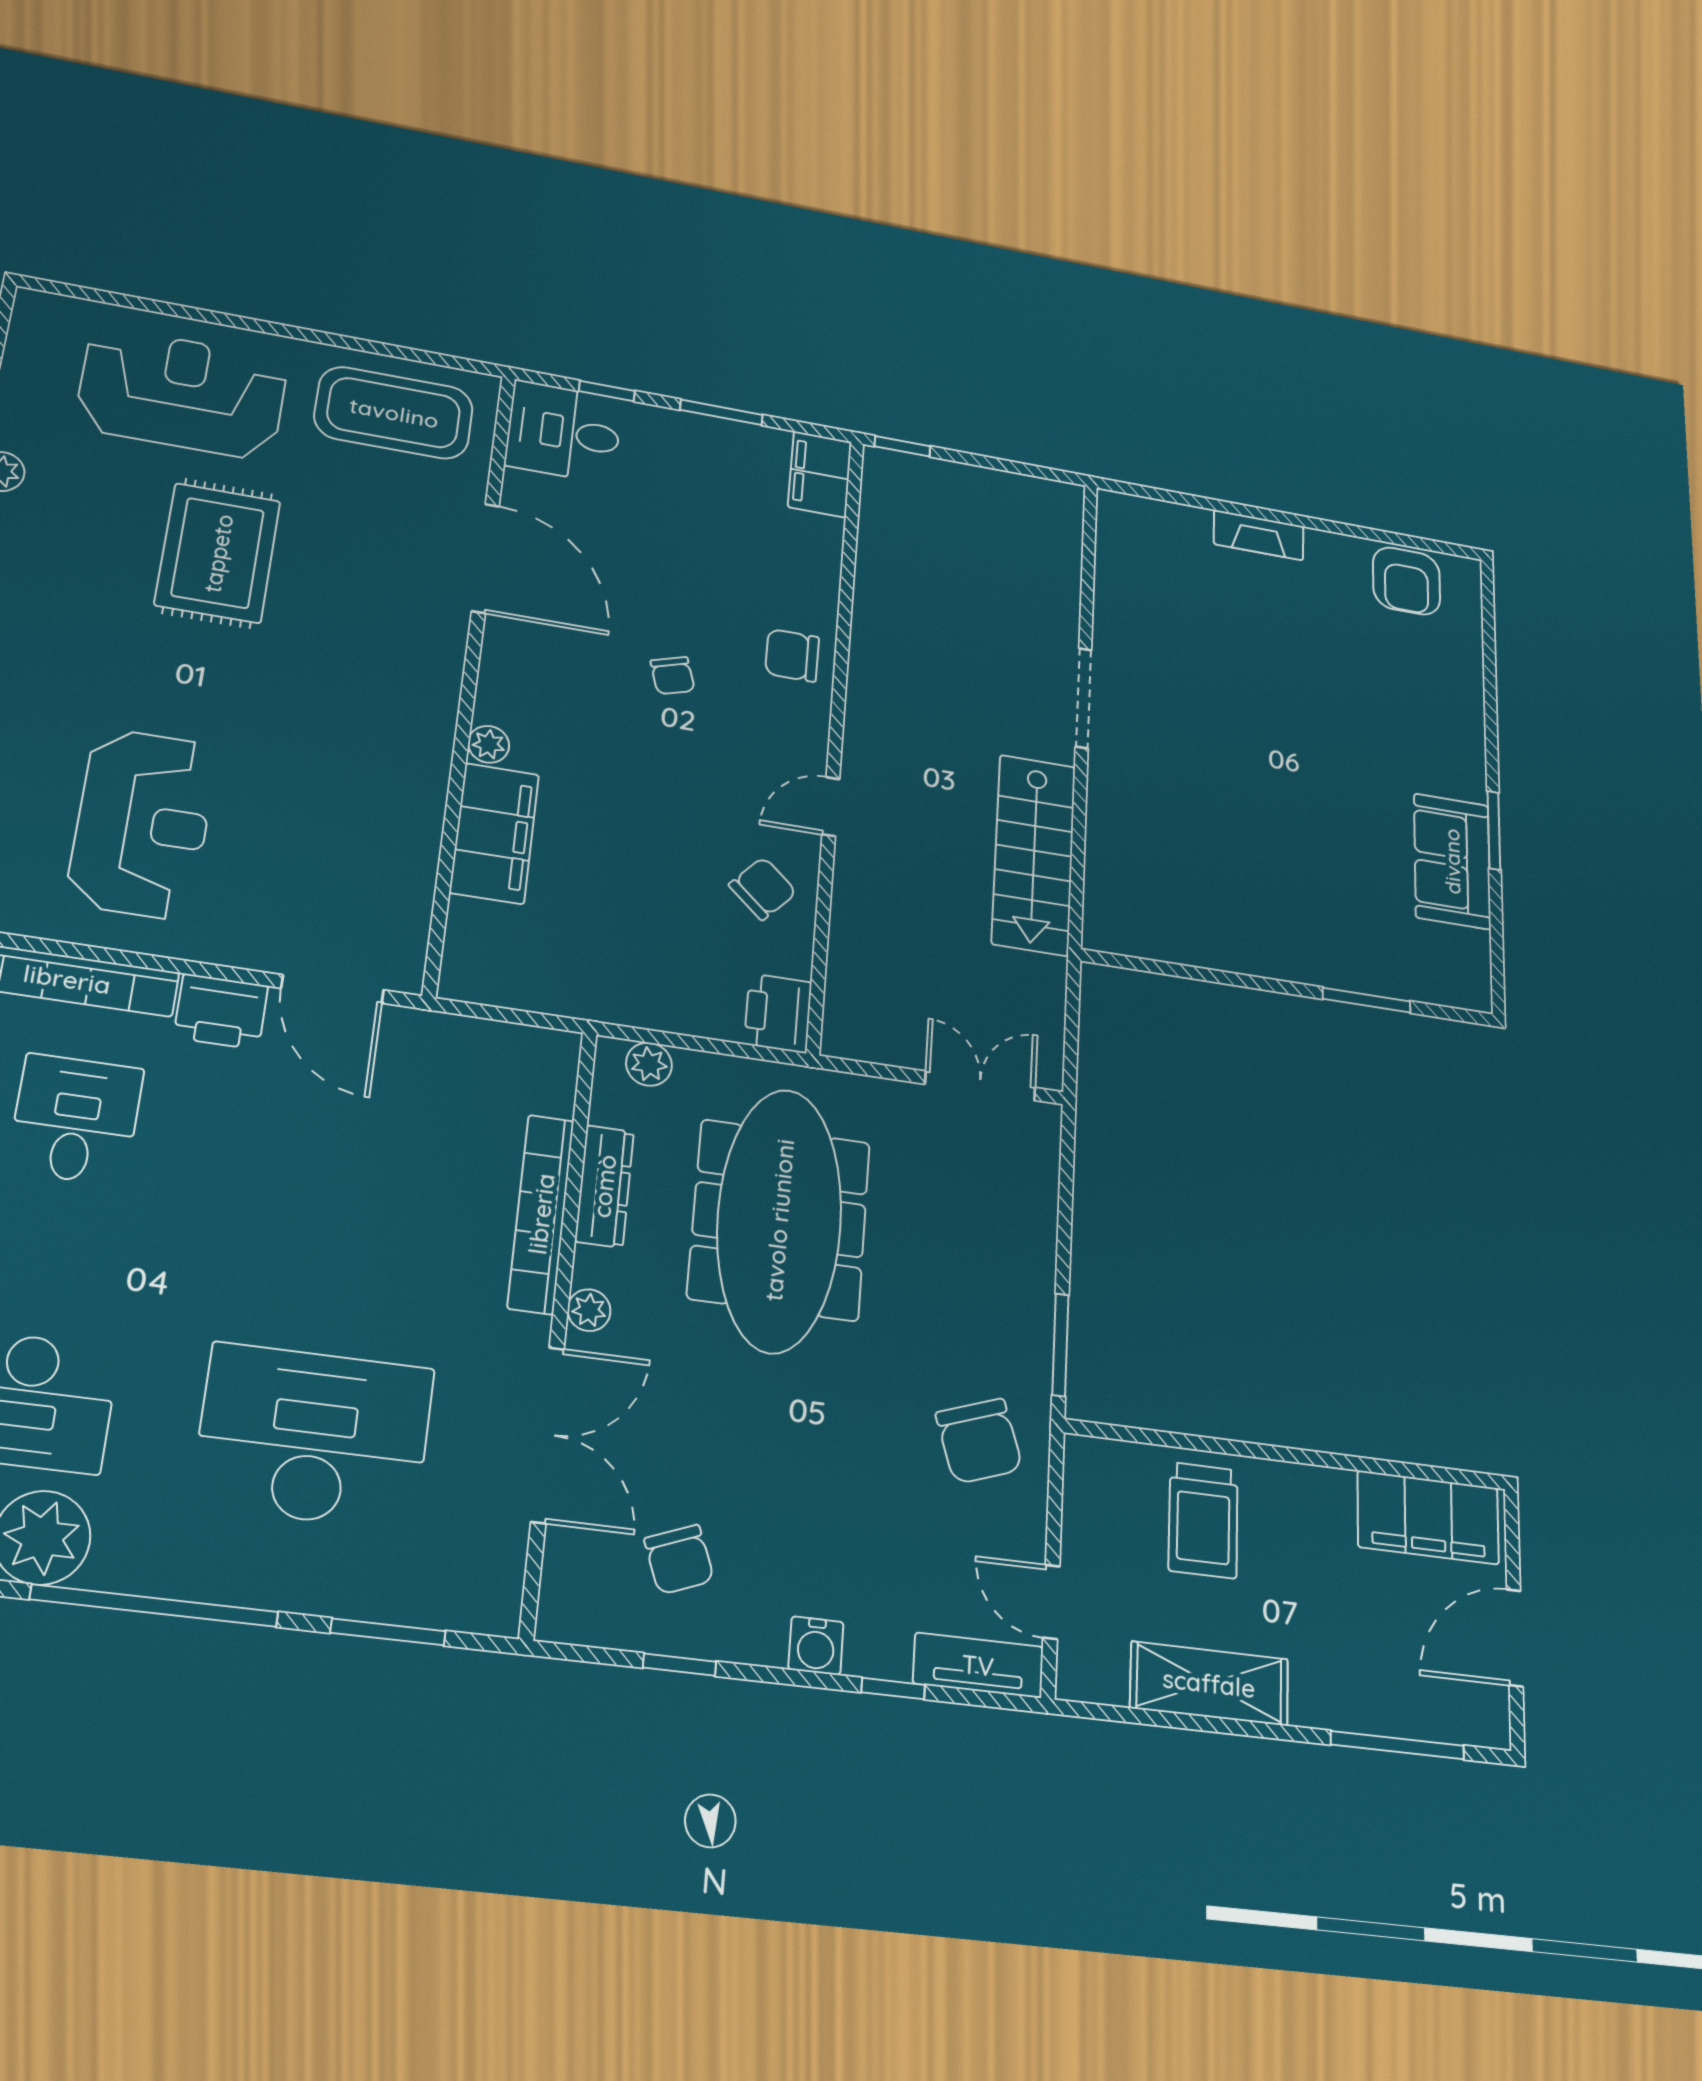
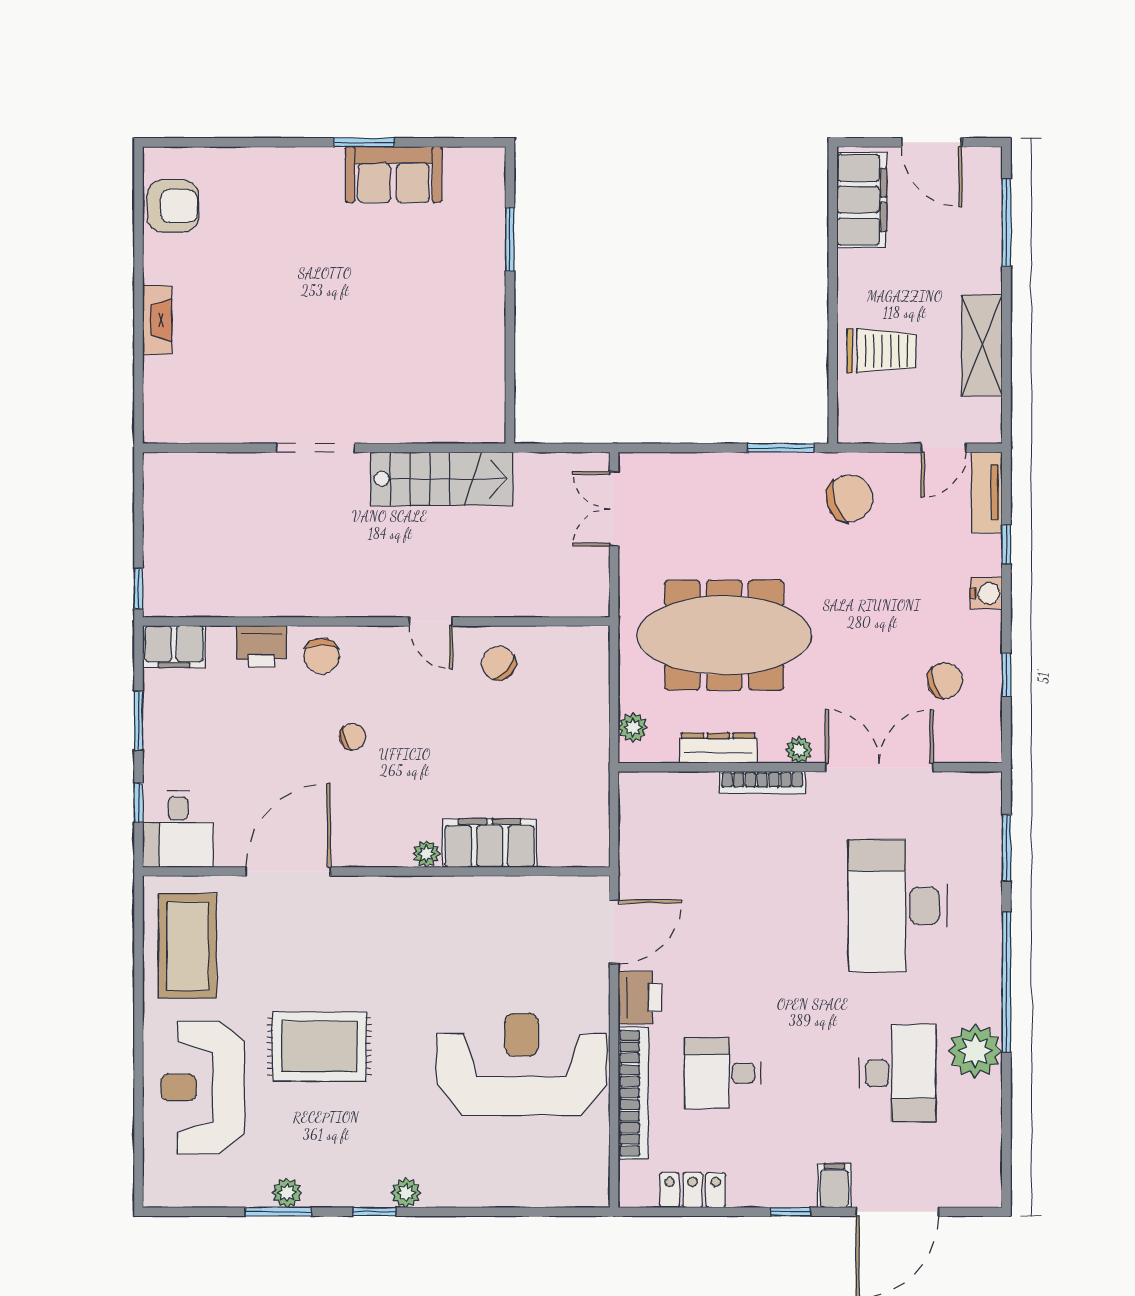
reception desk: (142, 824) -> (522, 1064), width x1.36, depth x1.30
printer: (778, 1013) -> (262, 646), moved
bookcase: (541, 1214) -> (762, 782), width x0.68, depth x0.76

